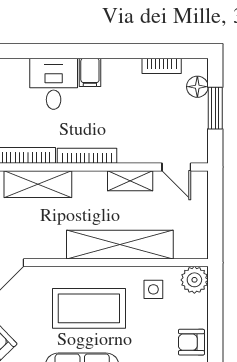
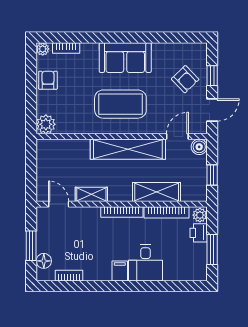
shelving: (120, 245) -> (128, 149), moved
side table: (153, 289) -> (75, 118), removed
armchair: (191, 342) -> (48, 80), turned -90

